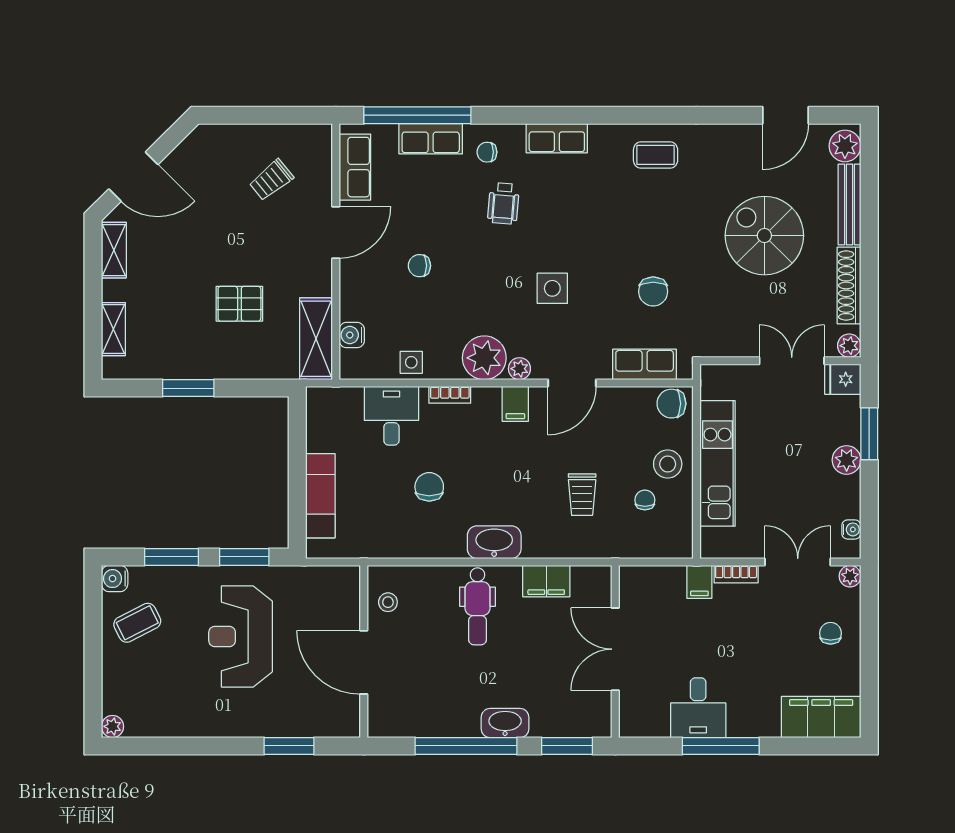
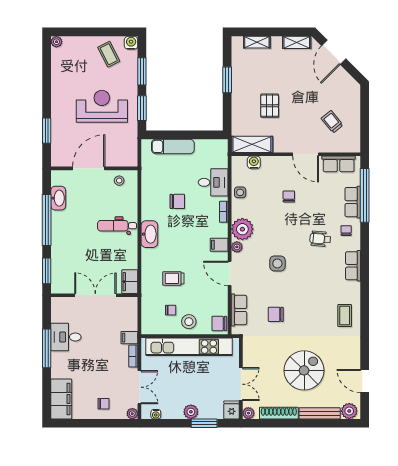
chair: (671, 404) -> (219, 324), turned -90
kitchen unit: (717, 463) -> (189, 347), width x1.36
filing cabinet: (546, 581) -> (130, 282), moved
washbasin: (505, 723) -> (58, 198), moved

